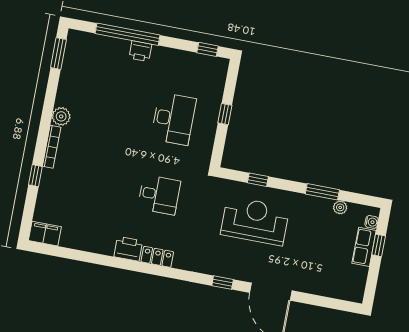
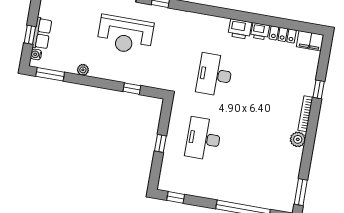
printer: (140, 51) -> (260, 31), moved, turned 180
window: (322, 192) -> (50, 74), moved
desk: (159, 195) -> (215, 75), width x1.37
plant: (340, 207) -> (83, 70), moved
reception desk: (255, 221) -> (125, 35), moved
locker: (157, 257) -> (283, 34), moved

